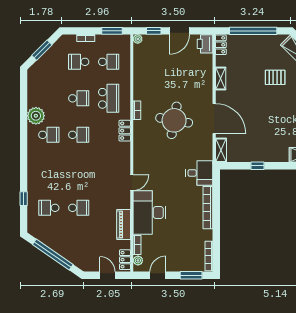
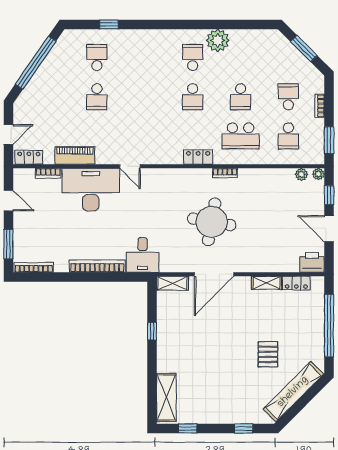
locker: (221, 45) -> (296, 283), moved
school desk: (49, 135) -> (193, 57), turned 180
plant: (138, 260) -> (301, 174), moved

